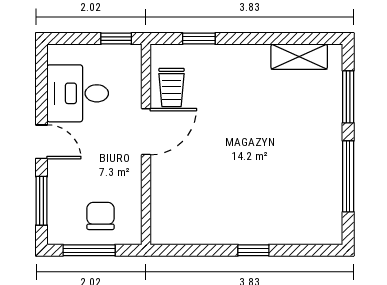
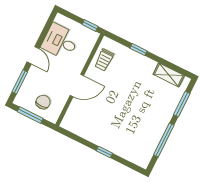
window: (199, 39) -> (138, 50), moved
door: (146, 132) -> (77, 86), moved

